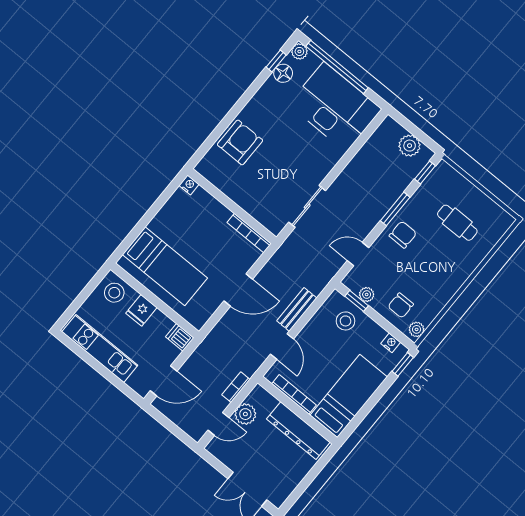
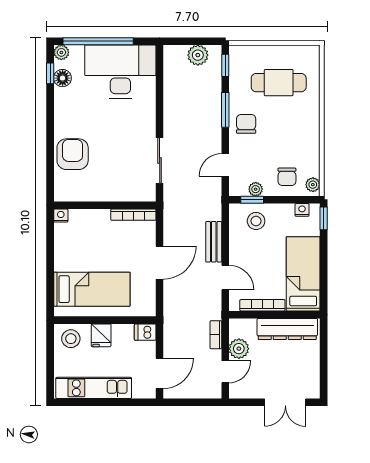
cafe table: (457, 223) -> (279, 83), width x1.37, depth x1.35

